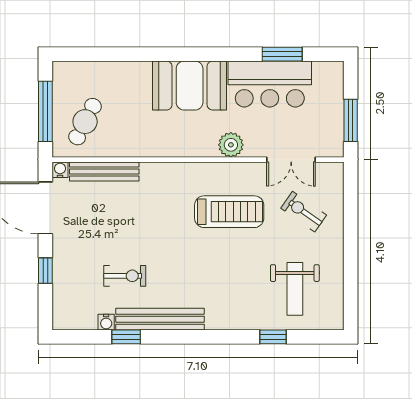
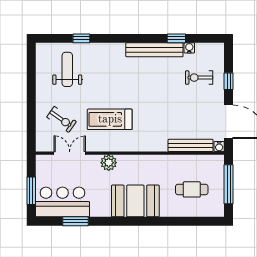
bar counter: (270, 84) -> (62, 202), moved
window: (351, 120) -> (31, 191), moved
cafe table: (85, 122) -> (192, 189), moved, turned 63
exercise bike: (125, 276) -> (199, 78), moved

